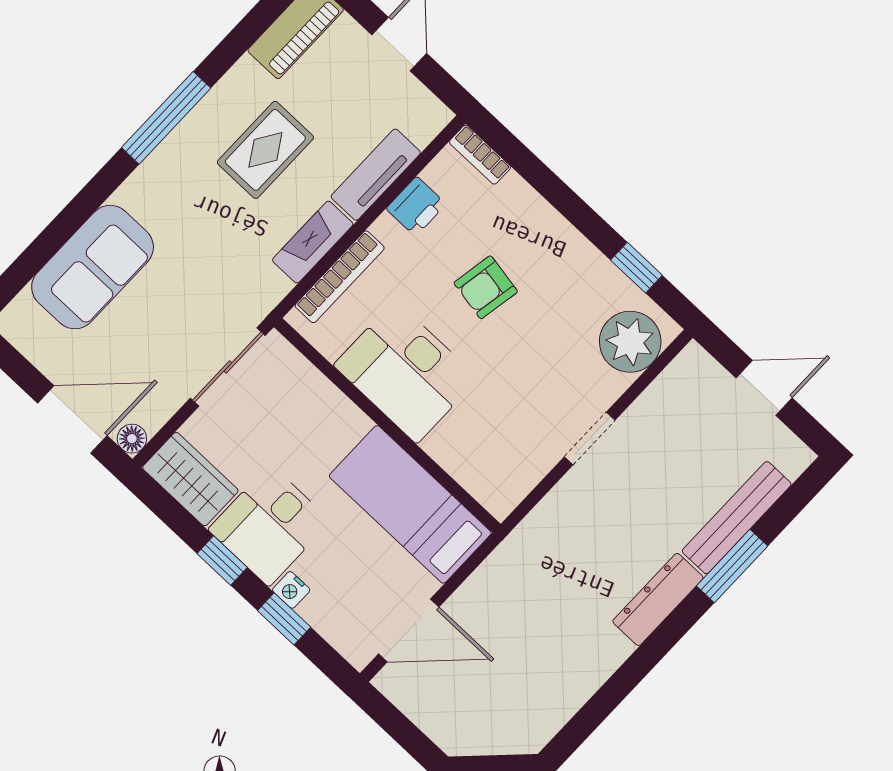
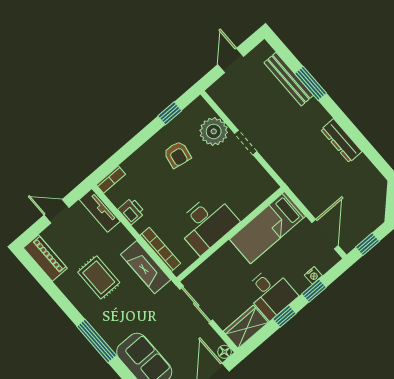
window: (166, 118) -> (97, 341), moved
tv unit: (376, 175) -> (100, 210), moved
fireplace: (313, 242) -> (146, 267), width x1.37, depth x1.32
armchair: (486, 287) -> (177, 154), moved
plant: (630, 342) -> (214, 131), moved
nightstand: (291, 590) -> (313, 275), moved
dresser: (658, 599) -> (341, 141), moved
window: (396, 725) -> (368, 244), added

